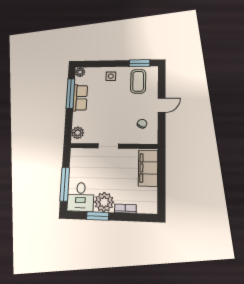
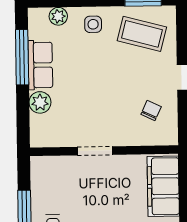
plant: (80, 72) -> (58, 16), moved
coffee table: (138, 81) -> (142, 34), turned -75
plant: (78, 133) -> (40, 102), moved

